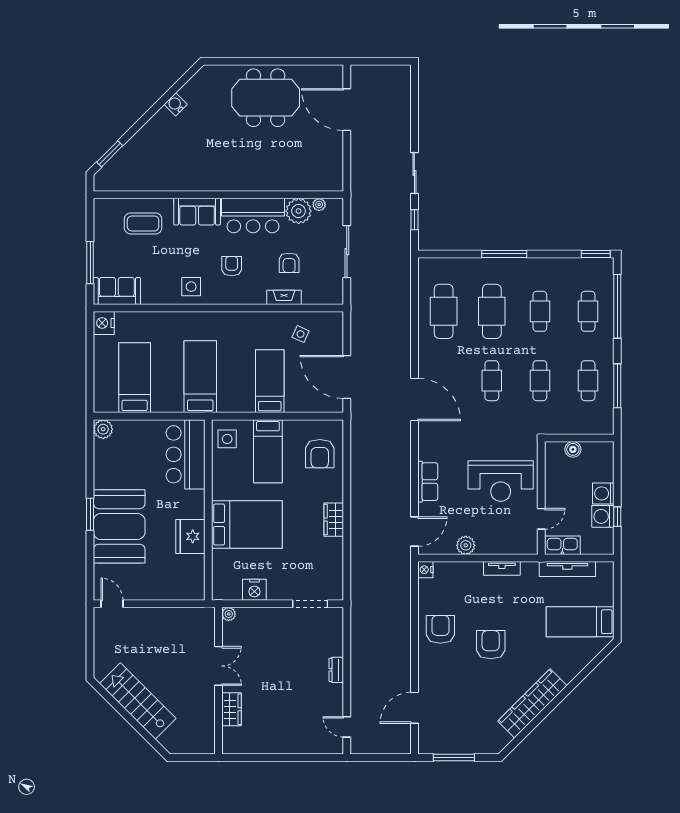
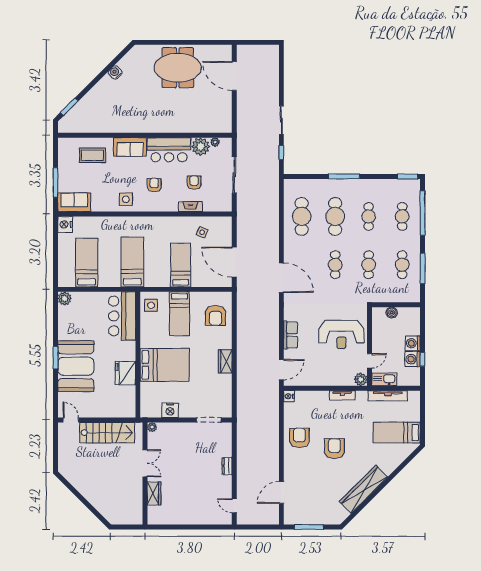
armchair: (289, 263) -> (194, 183), turned 180
plant: (466, 545) -> (361, 379), moved
stairs: (138, 701) -> (107, 433), moved, turned 135

